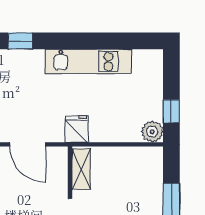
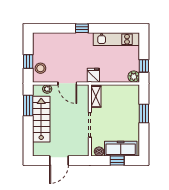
window: (20, 41) -> (82, 28), moved
kitchen unit: (88, 61) -> (116, 39), moved

